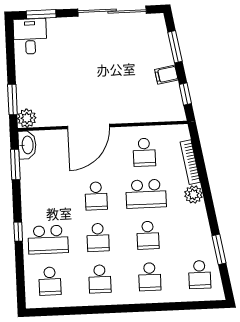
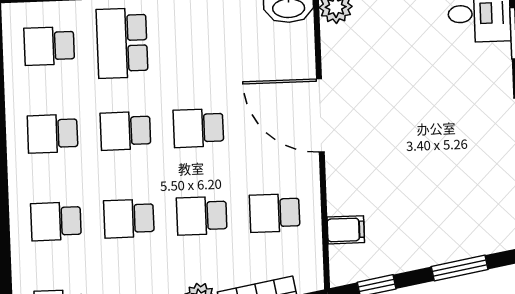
filing cabinet: (166, 75) -> (346, 230), moved, turned 100
school desk: (146, 194) -> (202, 216), width x0.54

